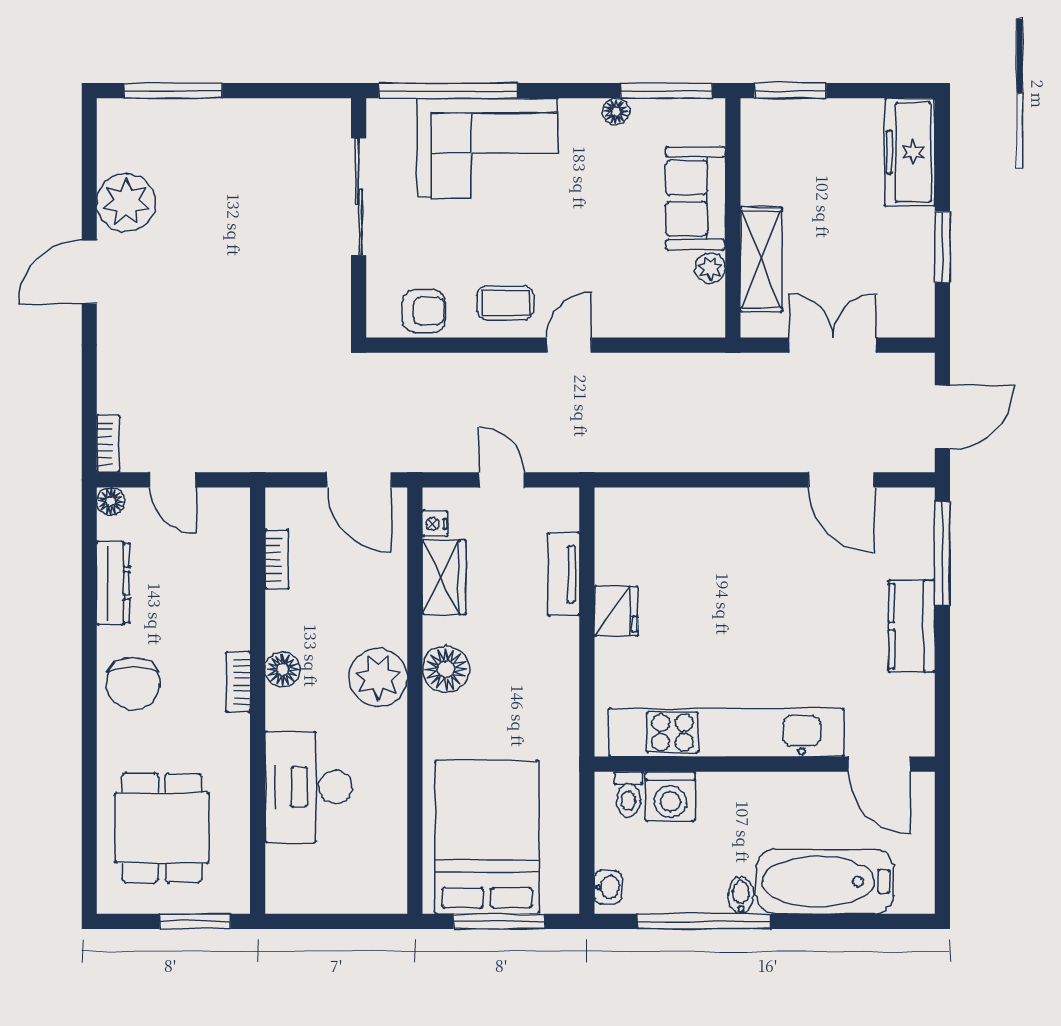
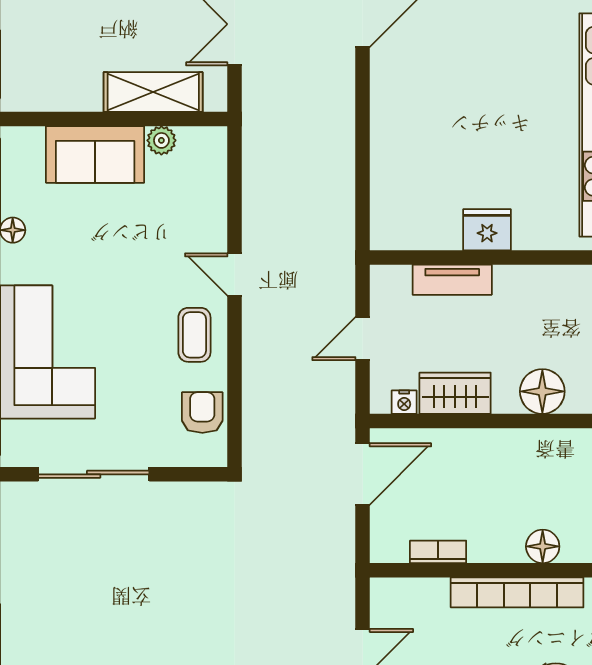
plant: (378, 678) -> (550, 456), removed
bookcase: (238, 682) -> (517, 592), width x2.31, depth x1.31

